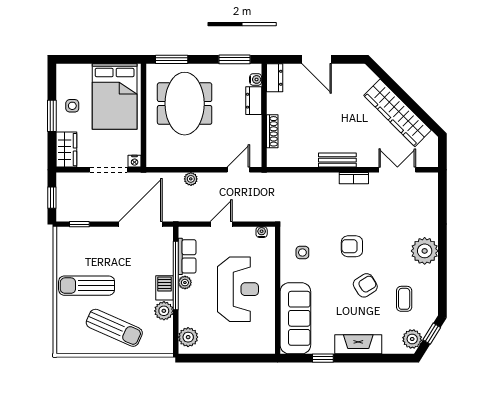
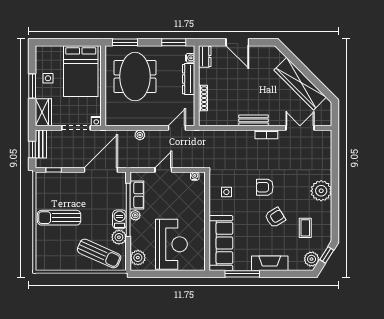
dresser: (254, 101) -> (189, 79), width x1.44
bench: (63, 191) -> (41, 144), added
reception desk: (238, 289) -> (171, 244), moved
sun lounger: (114, 328) -> (99, 254), moved
window: (323, 358) -> (242, 274), width x2.17

